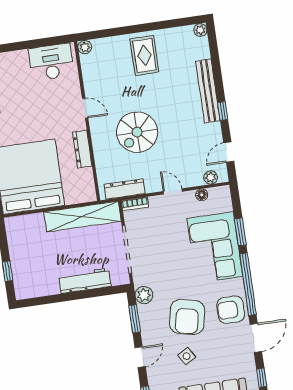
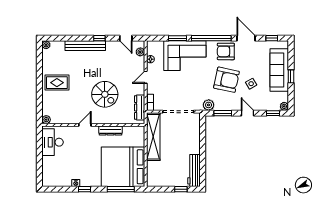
workbench: (85, 281) -> (194, 170), moved
armchair: (231, 310) -> (226, 51), turned 90

